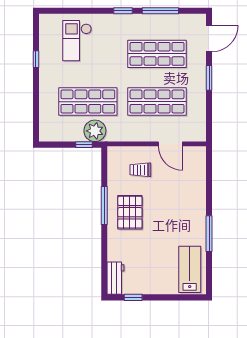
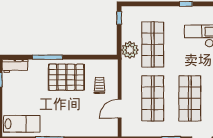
window: (84, 145) -> (119, 18), moved
window: (104, 205) -> (47, 57), moved
pallet: (130, 212) -> (66, 77), width x1.37, depth x1.41

